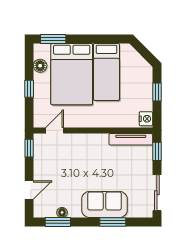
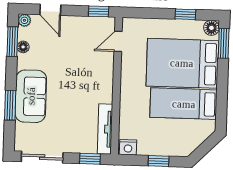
floor lamp: (40, 66) -> (211, 28), moved
window: (29, 89) -> (185, 14), moved
door: (55, 130) -> (118, 41), swing flipped
plant: (39, 212) -> (24, 20), added

